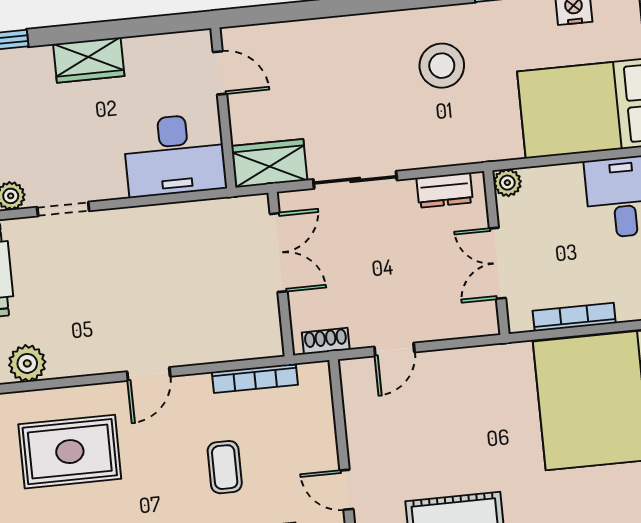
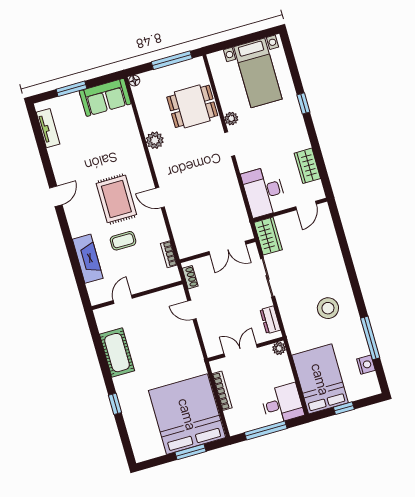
wardrobe: (89, 60) -> (307, 166), moved
bookcase: (255, 378) -> (169, 254), width x0.64
rug: (70, 452) -> (116, 199), moved

